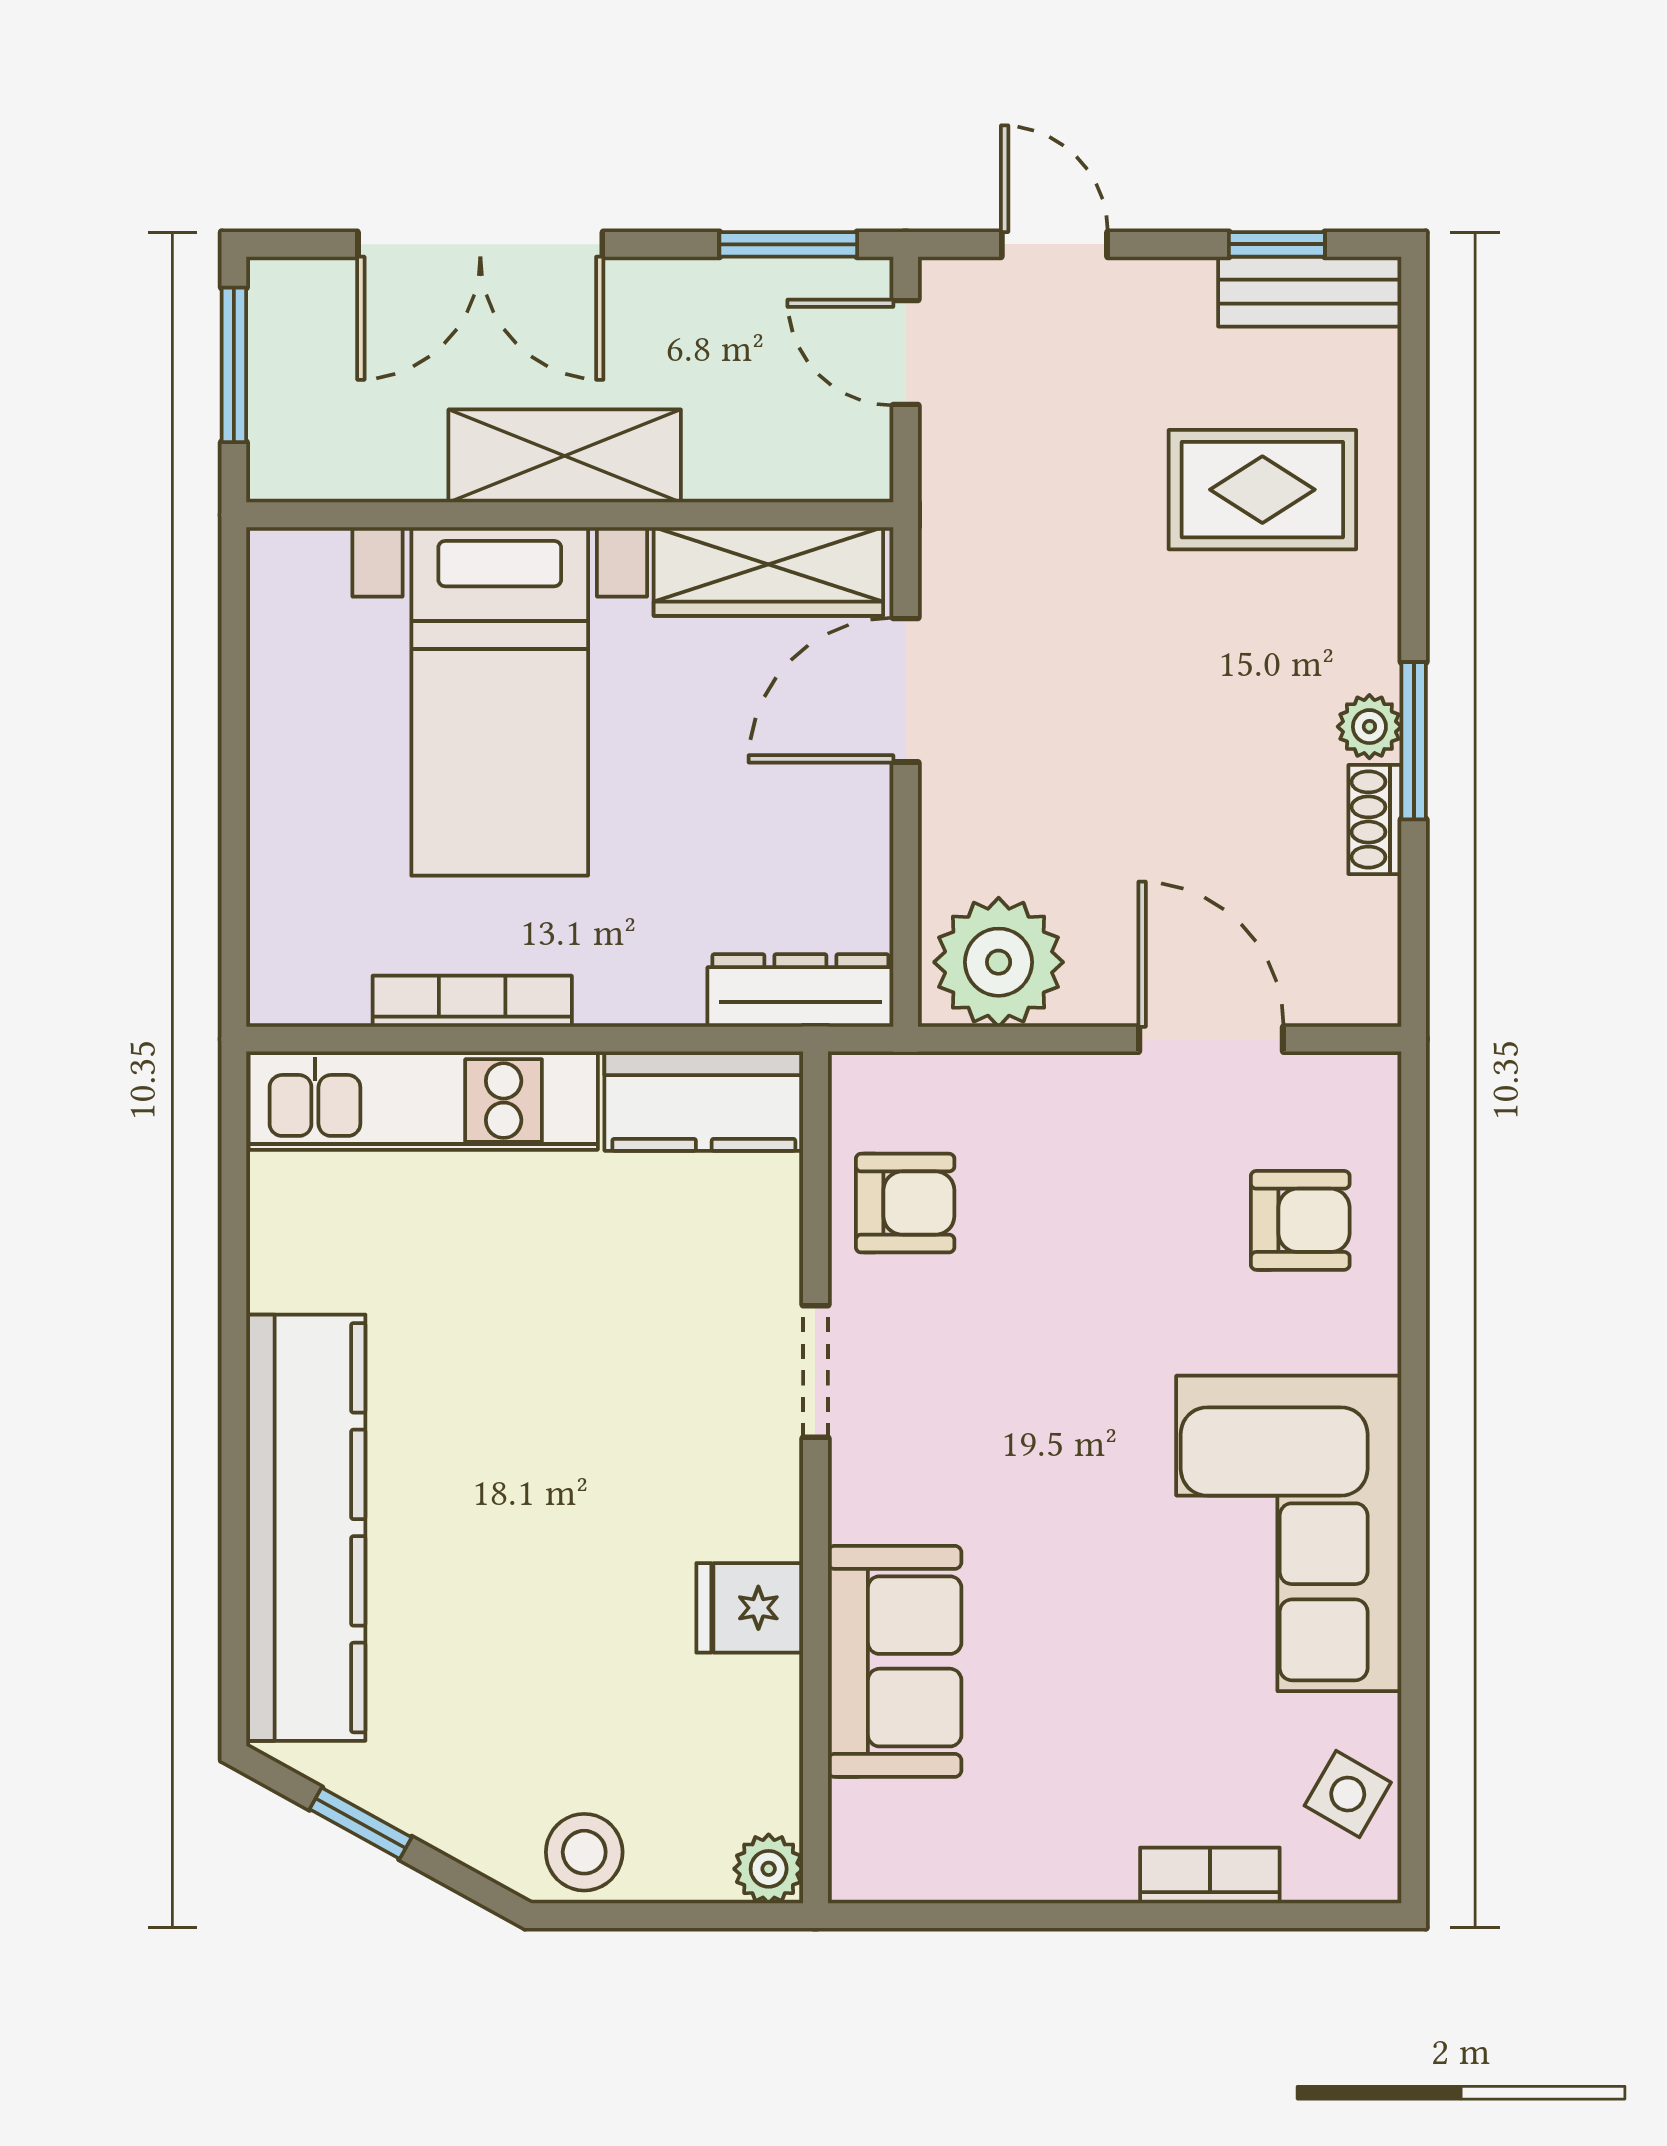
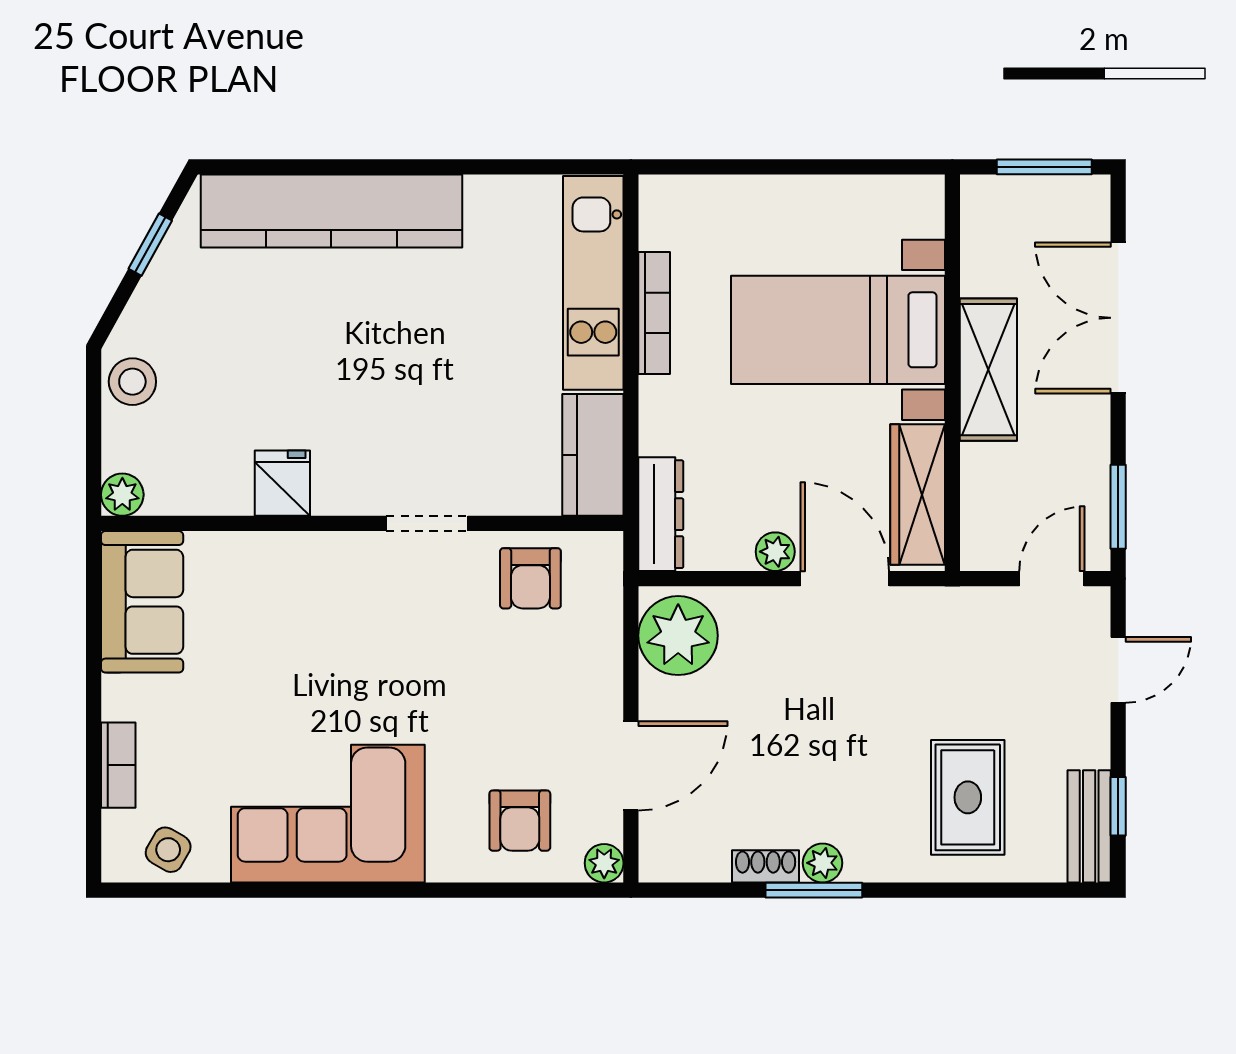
plant: (862, 804) -> (775, 552), added
plant: (1370, 1083) -> (604, 863), added
sofa: (895, 1661) -> (142, 602), moved, turned -90

